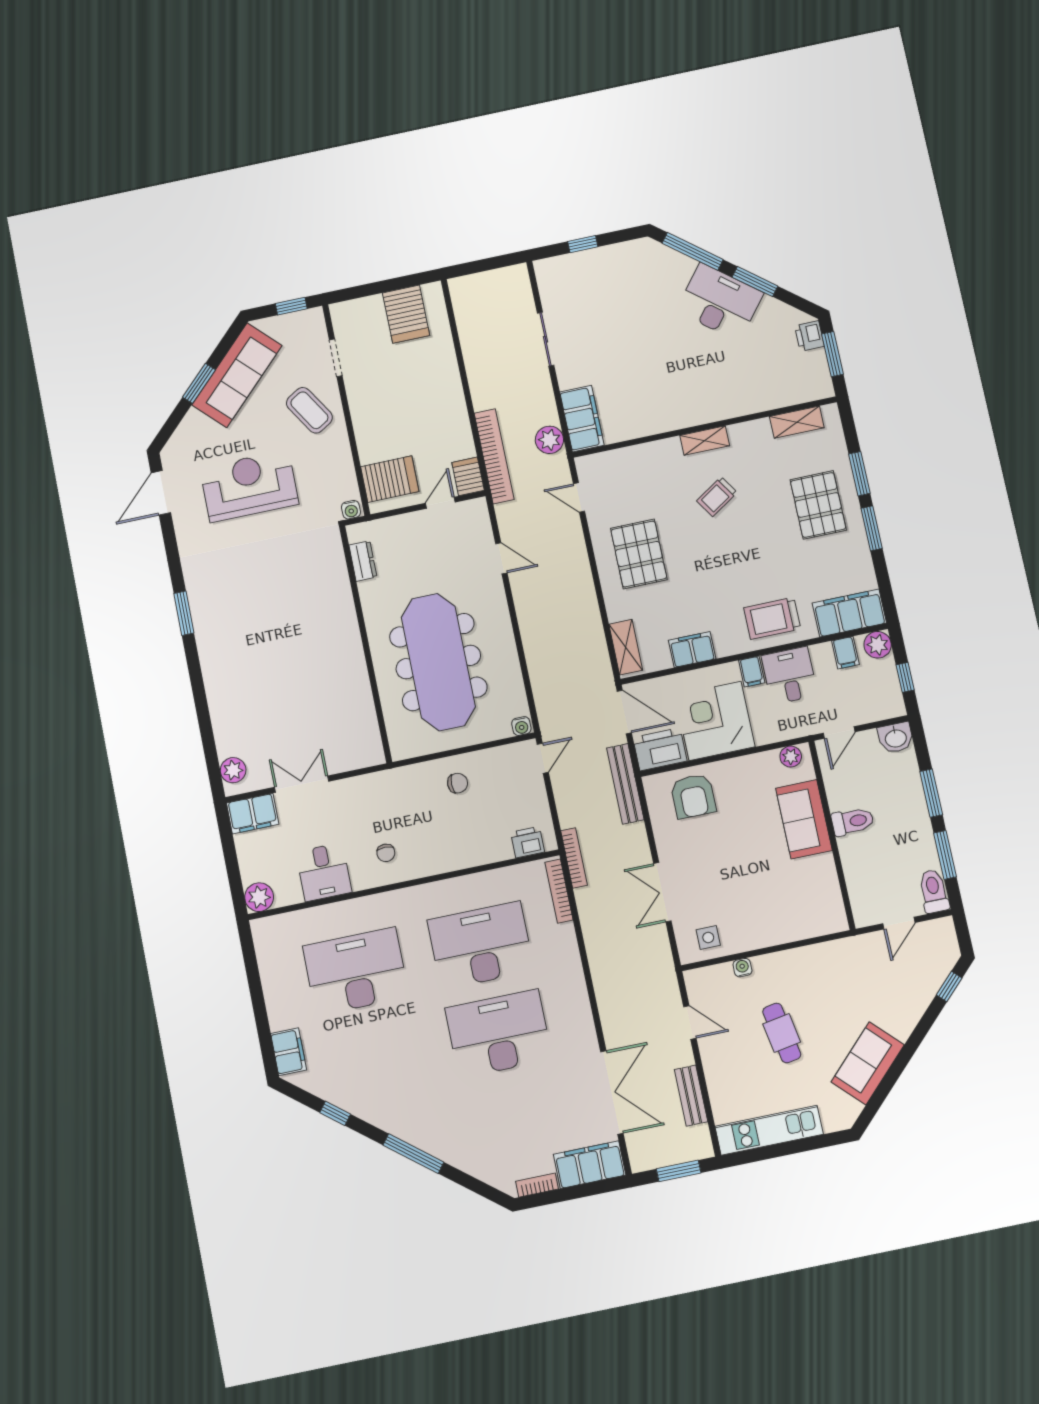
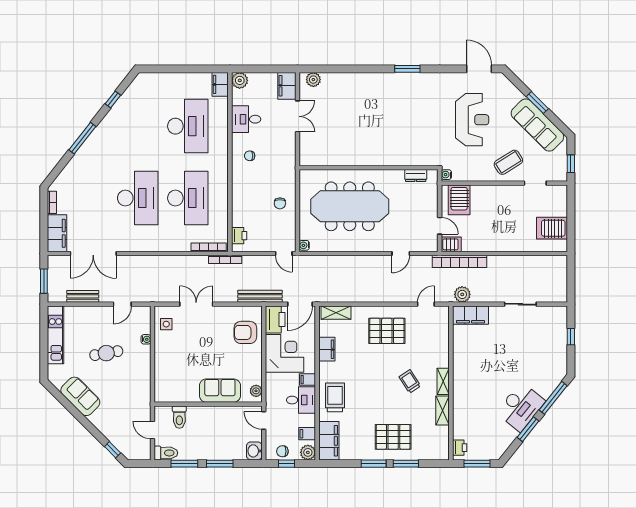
printer: (809, 336) -> (460, 448), moved, turned 90
shelving: (797, 422) -> (443, 410), moved
chair: (885, 689) -> (282, 451), added
toilet: (853, 821) -> (179, 417), moved
filing cabinet: (289, 1052) -> (220, 84), moved, turned 90

